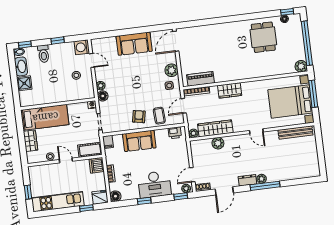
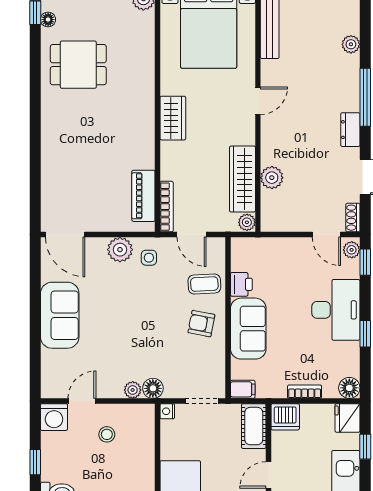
wardrobe: (230, 90) -> (173, 118), moved
printer: (175, 133) -> (241, 284), moved
plant: (262, 179) -> (351, 44), moved

